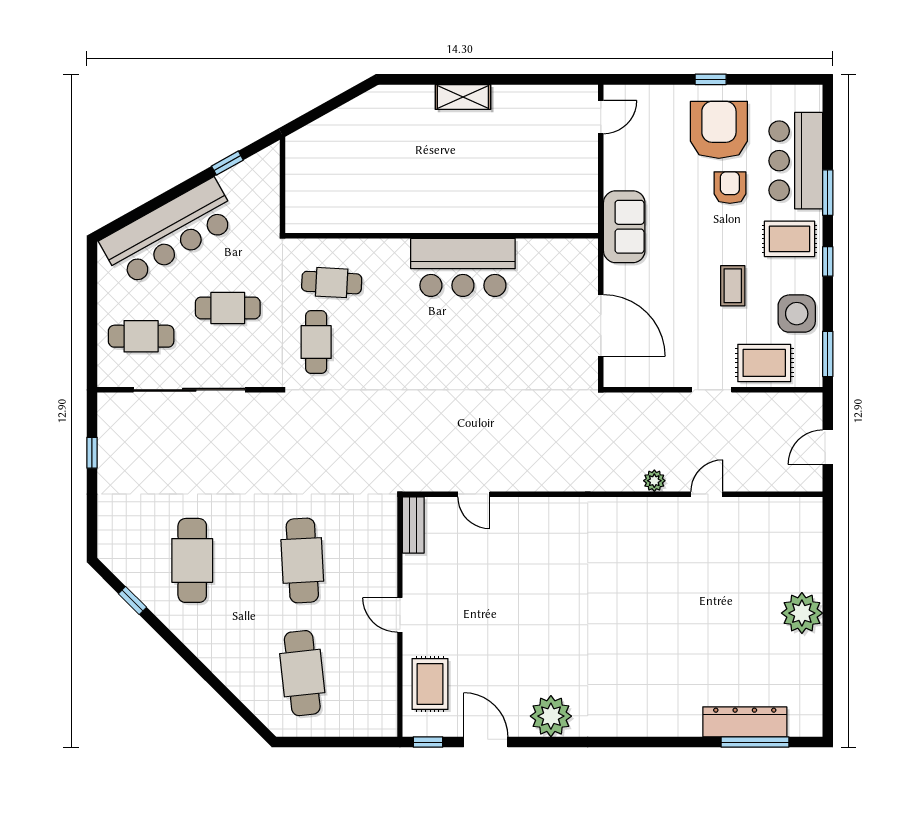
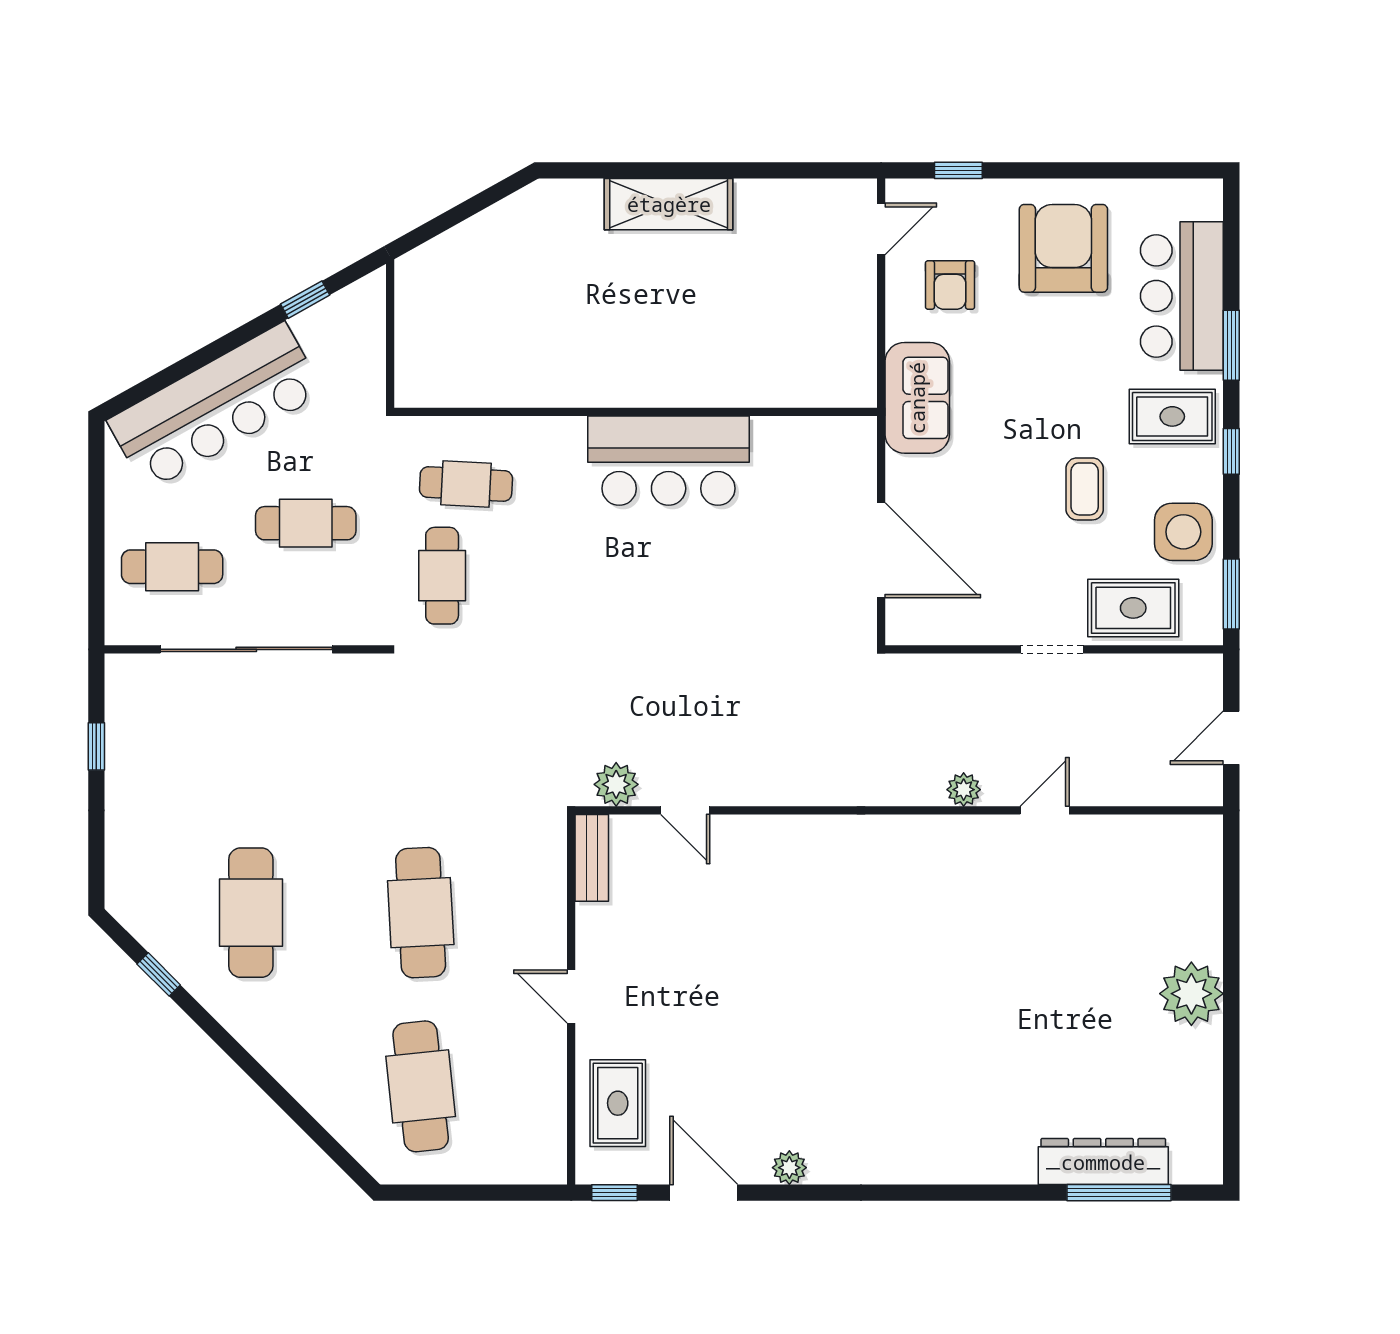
window: (711, 79) -> (958, 170), moved
shelving: (463, 97) -> (669, 204), width x1.50, depth x1.33
armchair: (730, 188) -> (950, 285), moved, turned 180
plant: (429, 477) -> (616, 784), added
plant: (551, 716) -> (789, 1168), width x0.53, depth x0.53

